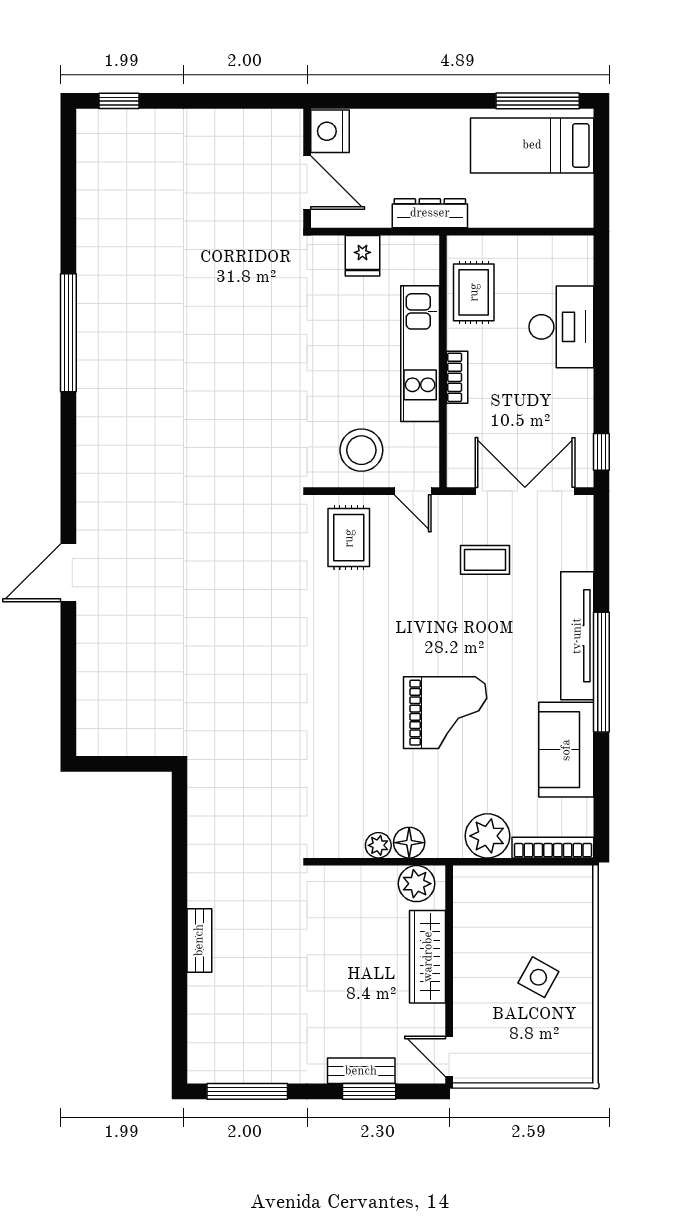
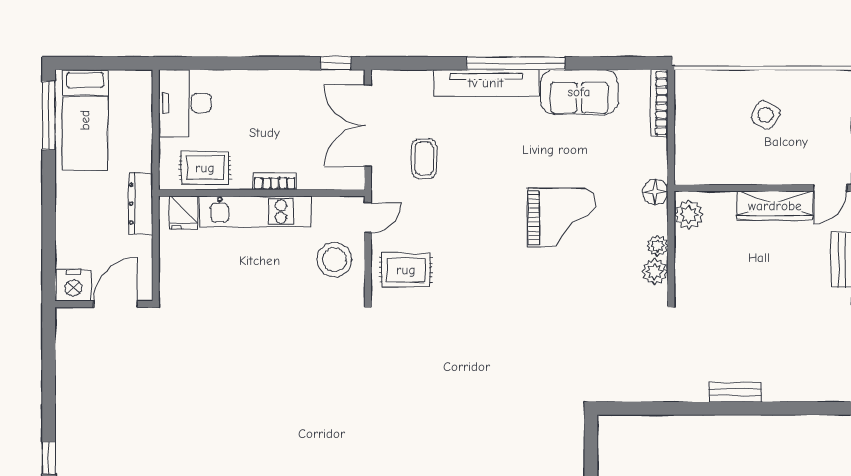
fridge: (362, 256) -> (184, 213), moved, turned 90
desk: (561, 327) -> (185, 103), moved, turned -90
grand piano: (445, 713) -> (561, 218), moved, turned 90
plant: (487, 836) -> (655, 272), moved, width x0.73, depth x0.73
floor lamp: (409, 843) -> (655, 192), moved
wardrobe: (428, 957) -> (775, 206), moved

